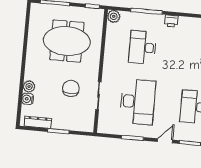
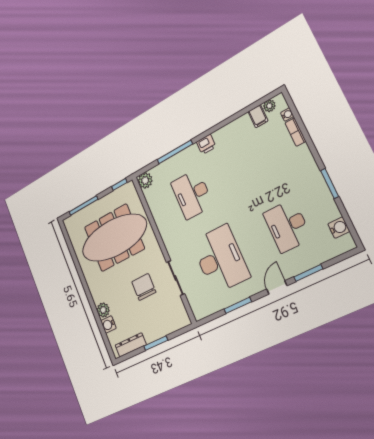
meeting table: (67, 41) -> (114, 238), width x1.36

